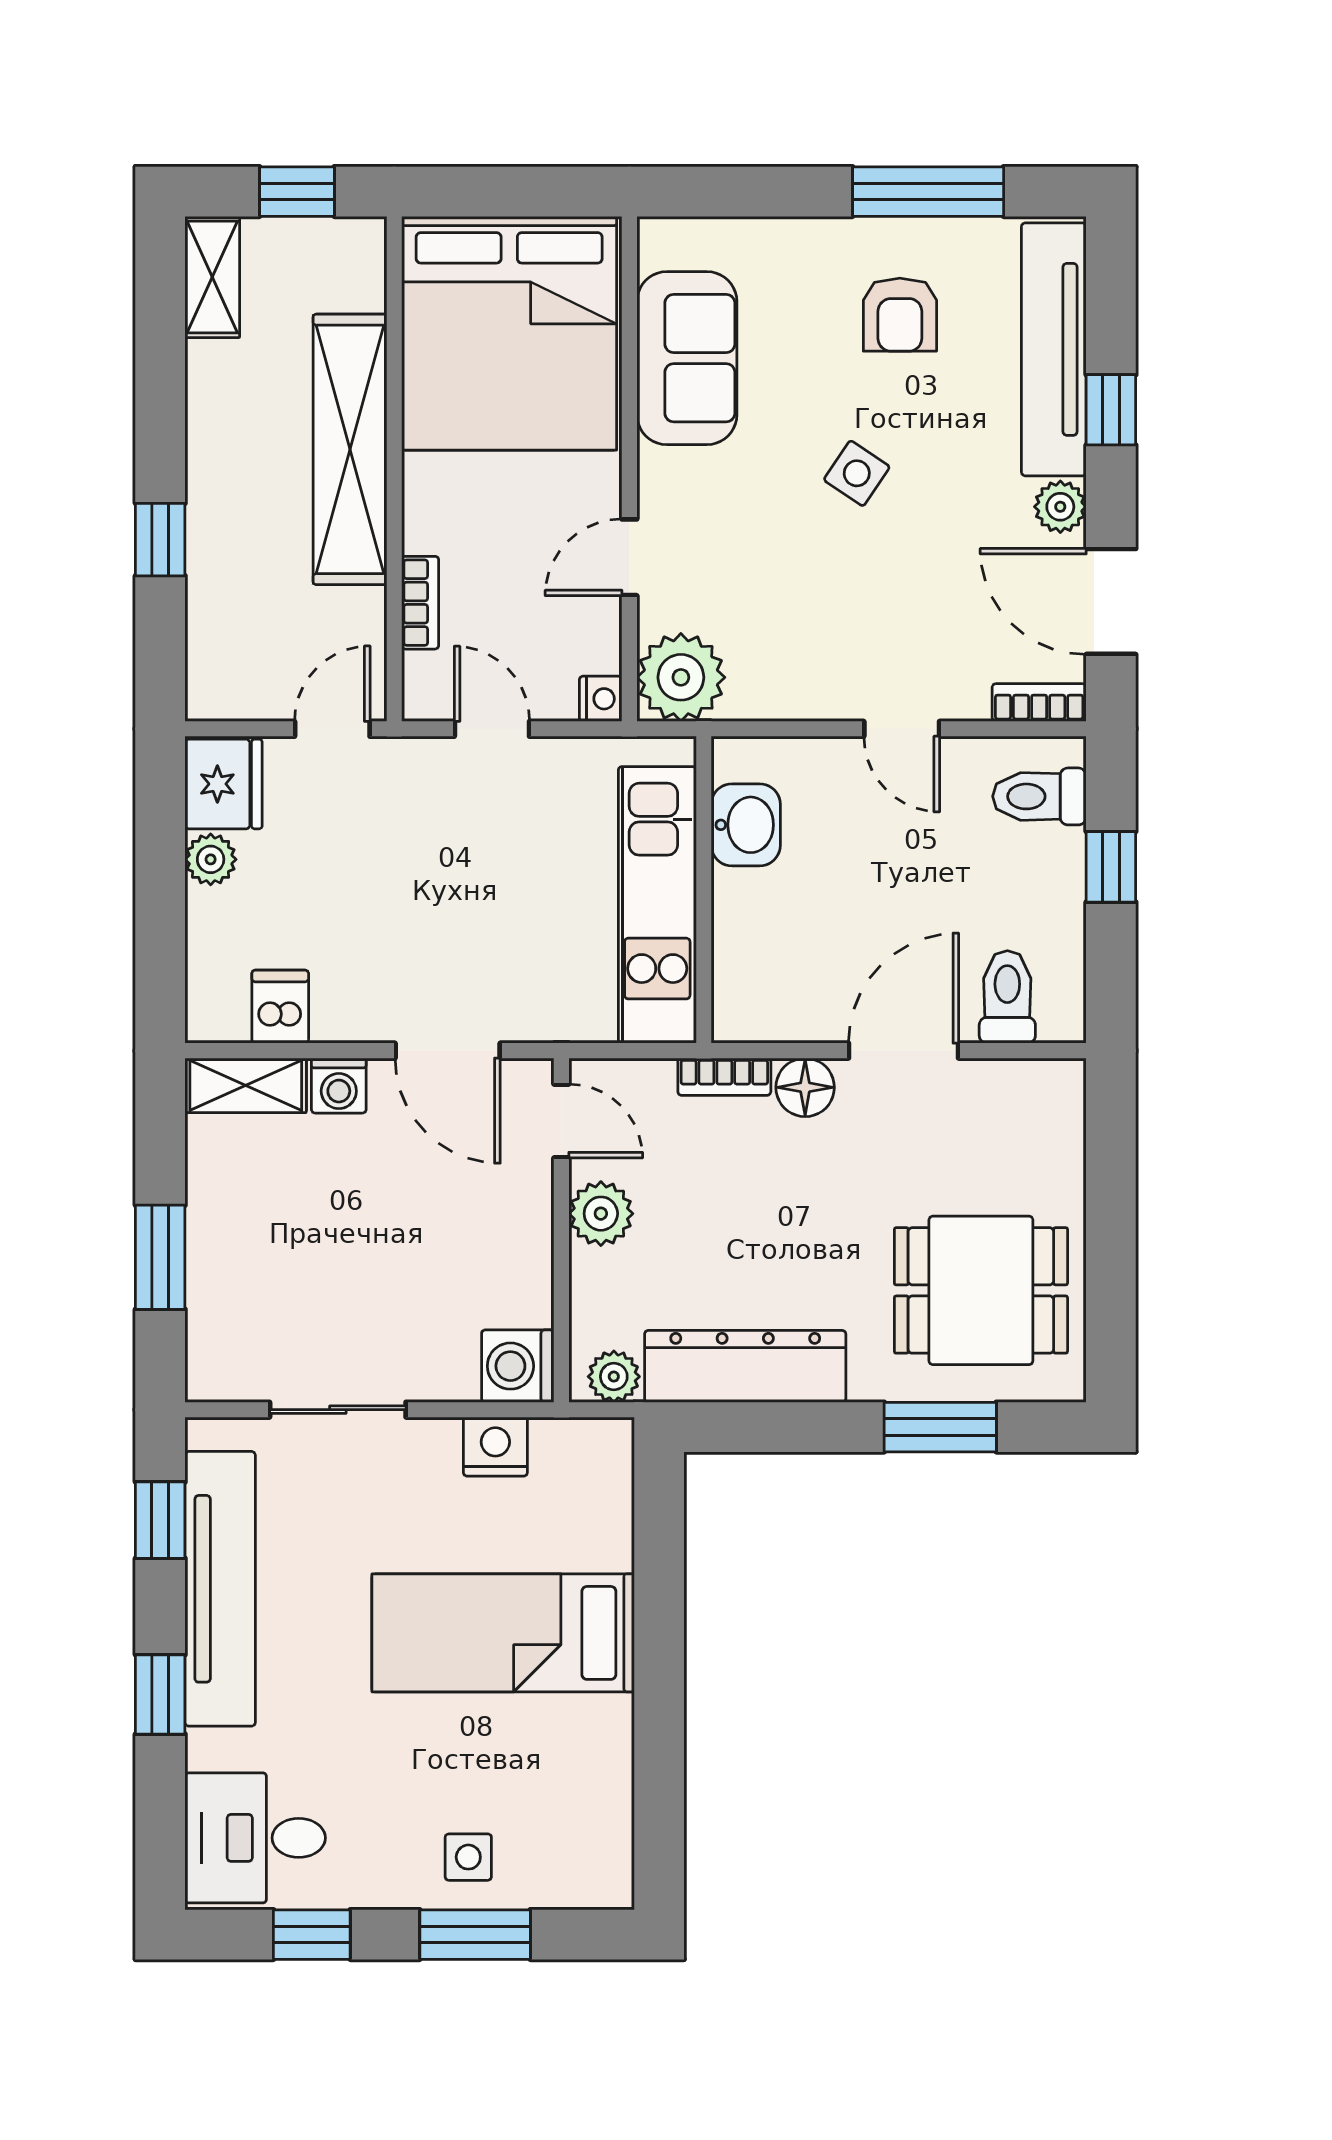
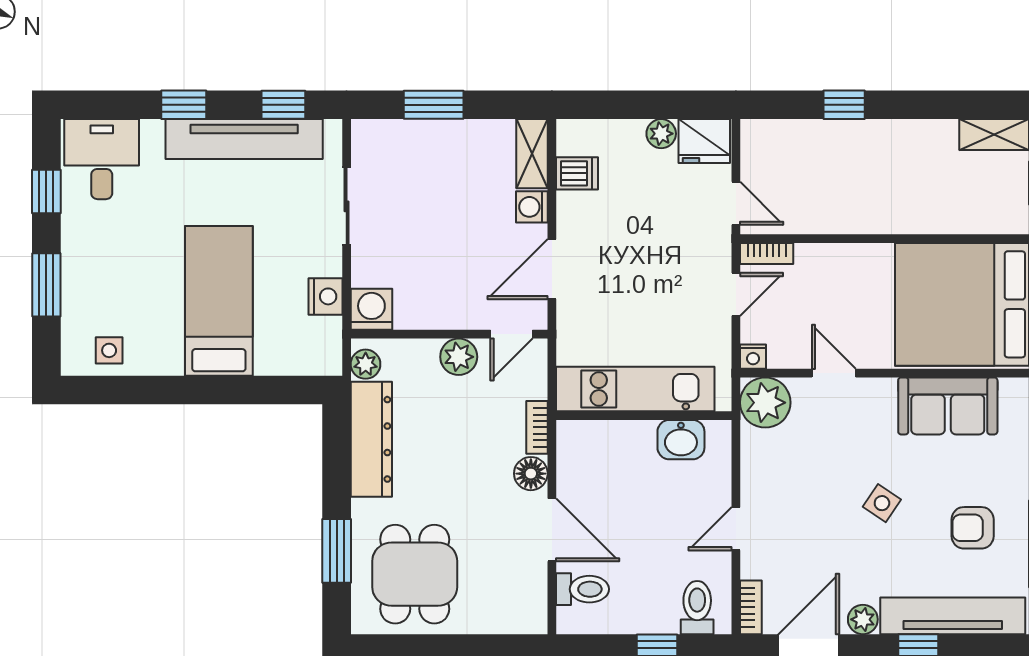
shelving: (350, 449) -> (896, 213), removed
bookcase: (420, 603) -> (767, 253), moved
side table: (468, 1857) -> (109, 350), moved

